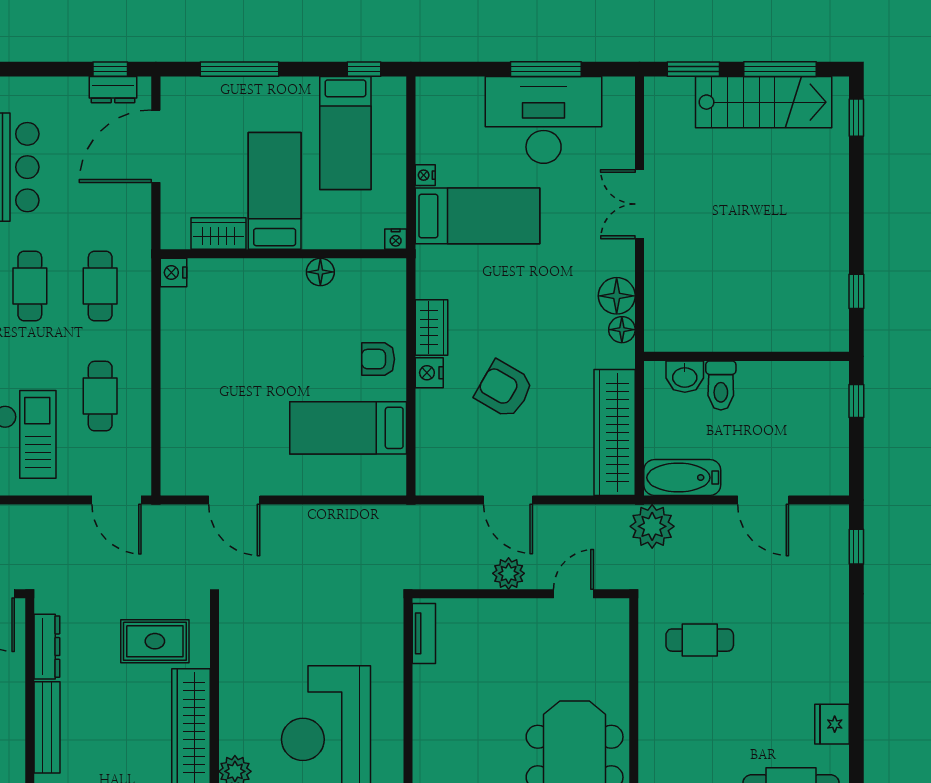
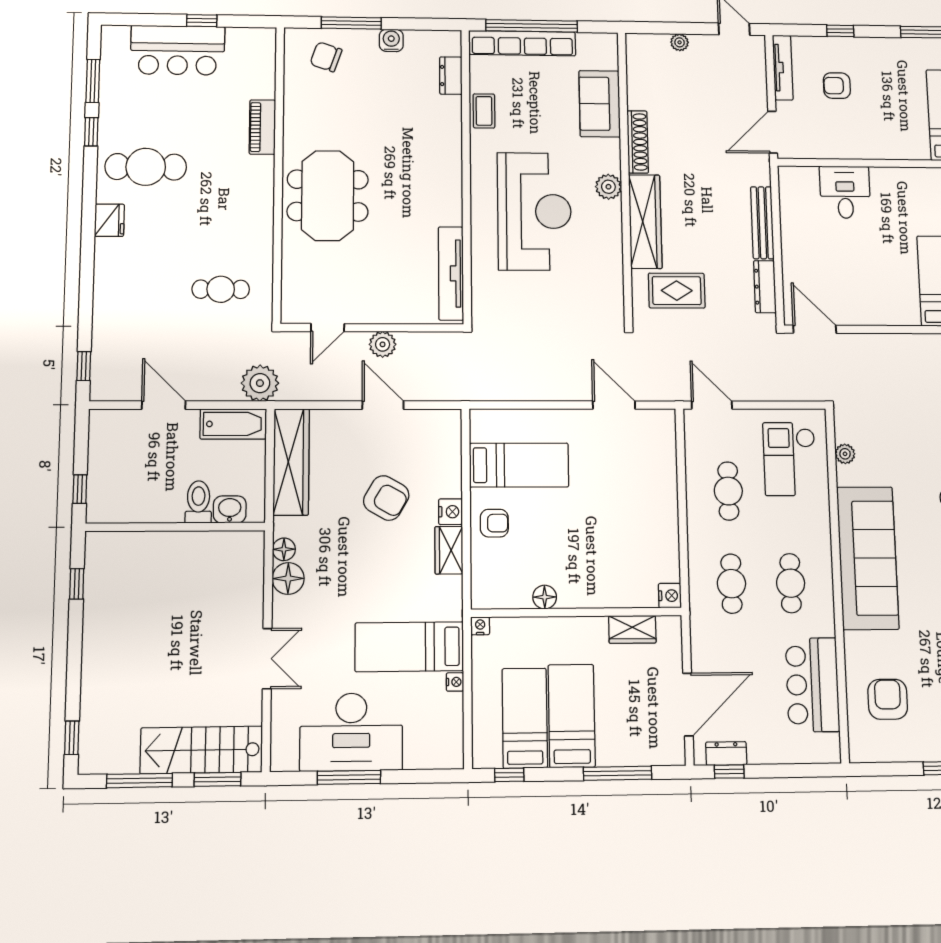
stairs: (764, 102) -> (201, 750), moved
bed: (275, 191) -> (572, 716), moved, turned 180
tv unit: (424, 633) -> (451, 273), width x1.92, depth x1.29

